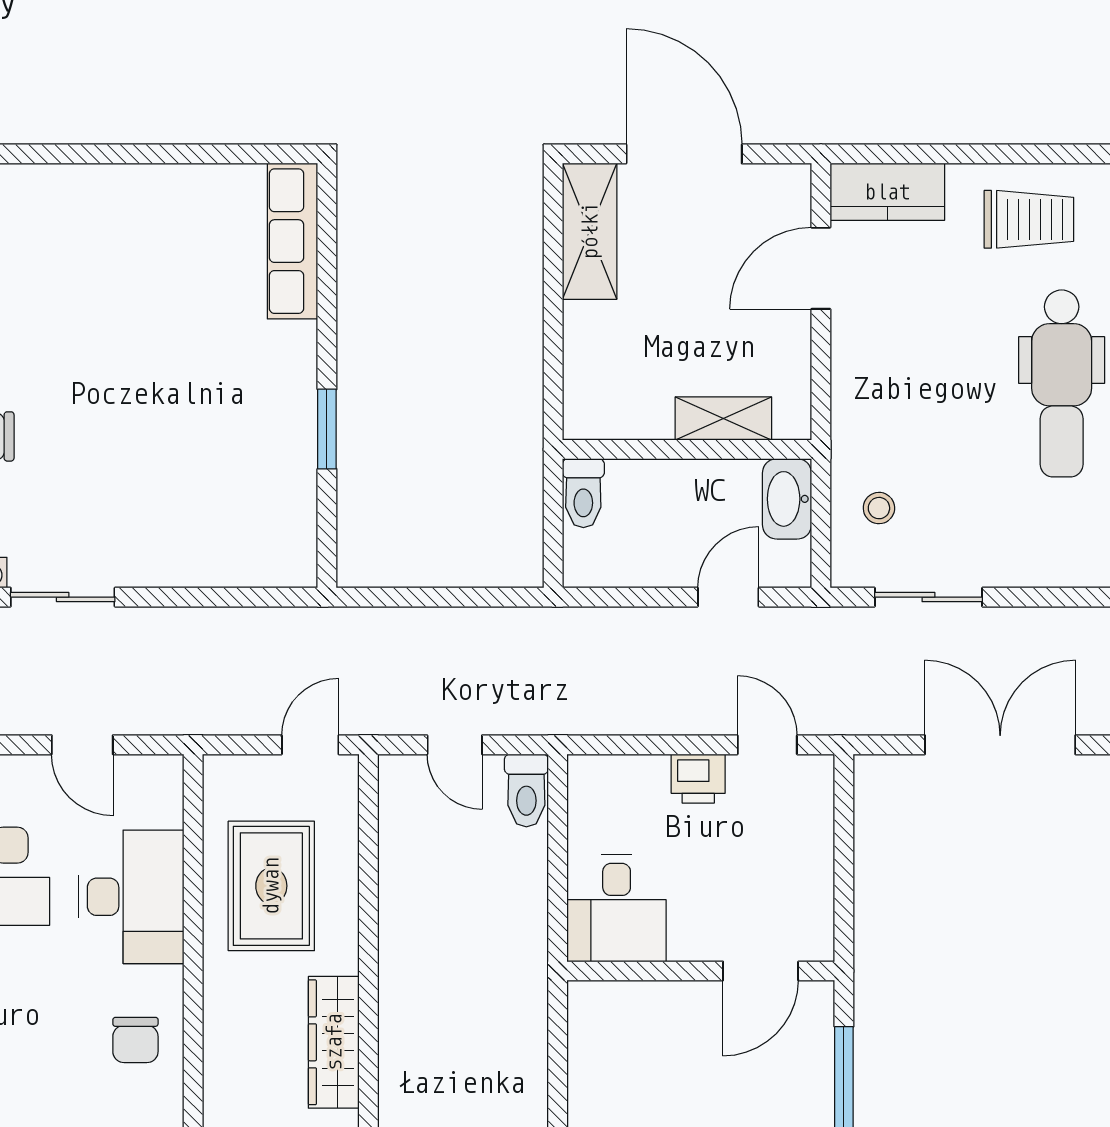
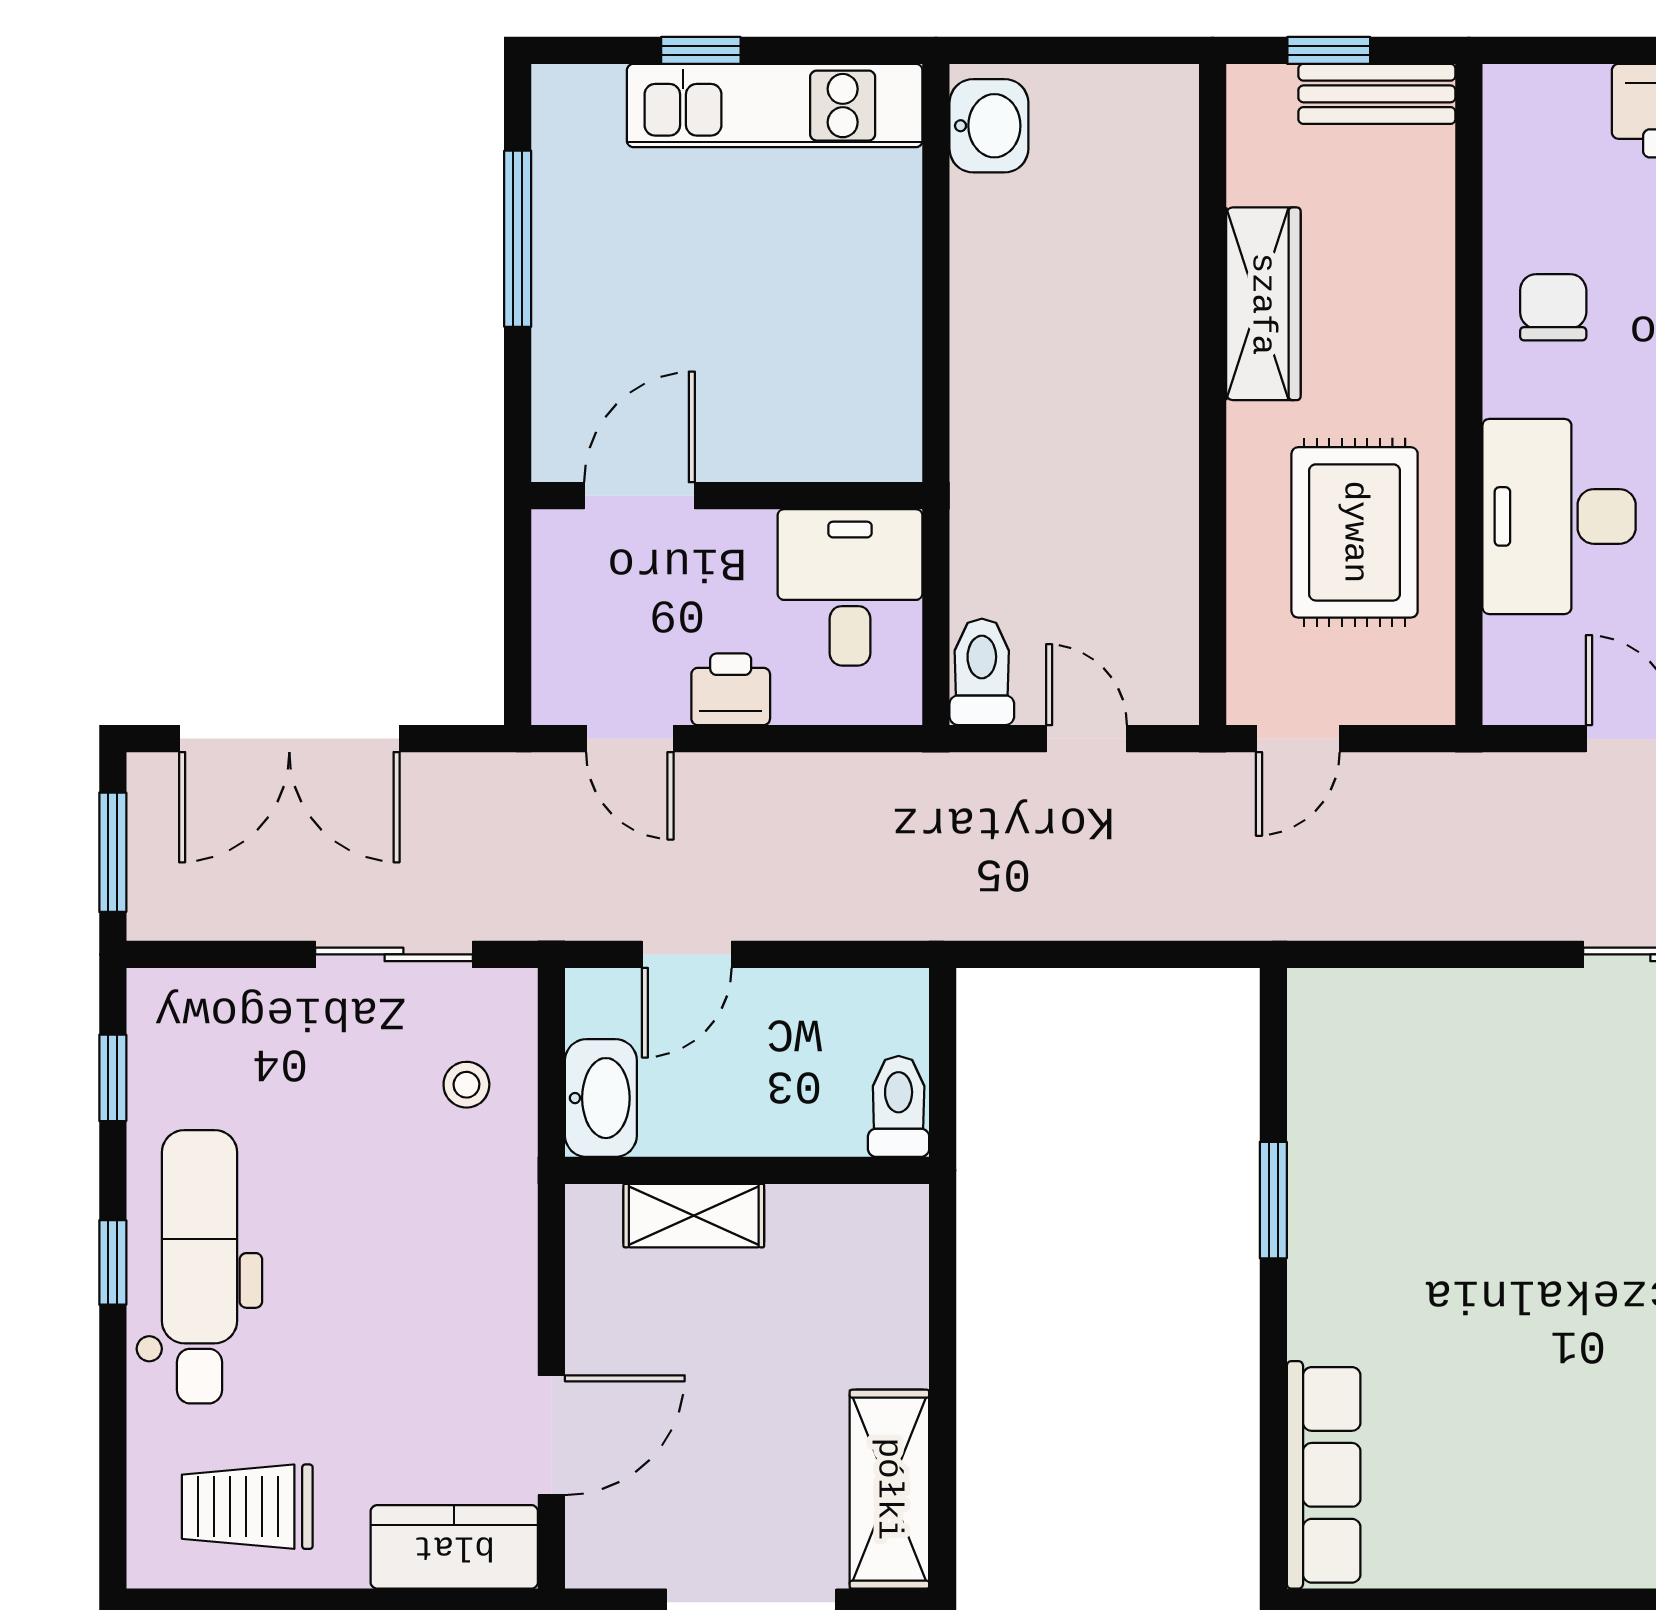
desk: (617, 908) -> (850, 587), moved
wall: (701, 971) -> (727, 496), moved
door: (761, 971) -> (640, 496), moved

